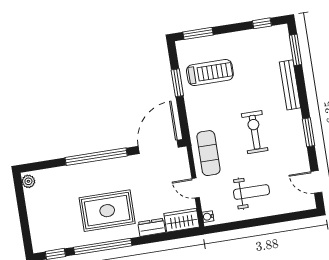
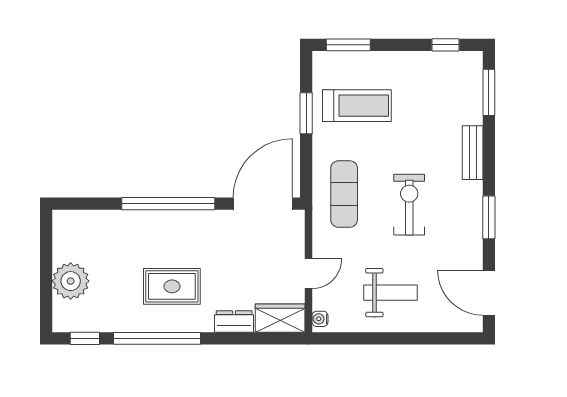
bench: (290, 85) -> (473, 153), width x0.73
exercise mat: (208, 153) -> (344, 194), moved
plant: (28, 181) -> (71, 281), moved, width x1.88, depth x1.88
door: (316, 182) -> (489, 293), width x1.37
door: (196, 188) -> (308, 274), swing flipped
rug: (107, 211) -> (172, 286), width x0.73, depth x0.70

